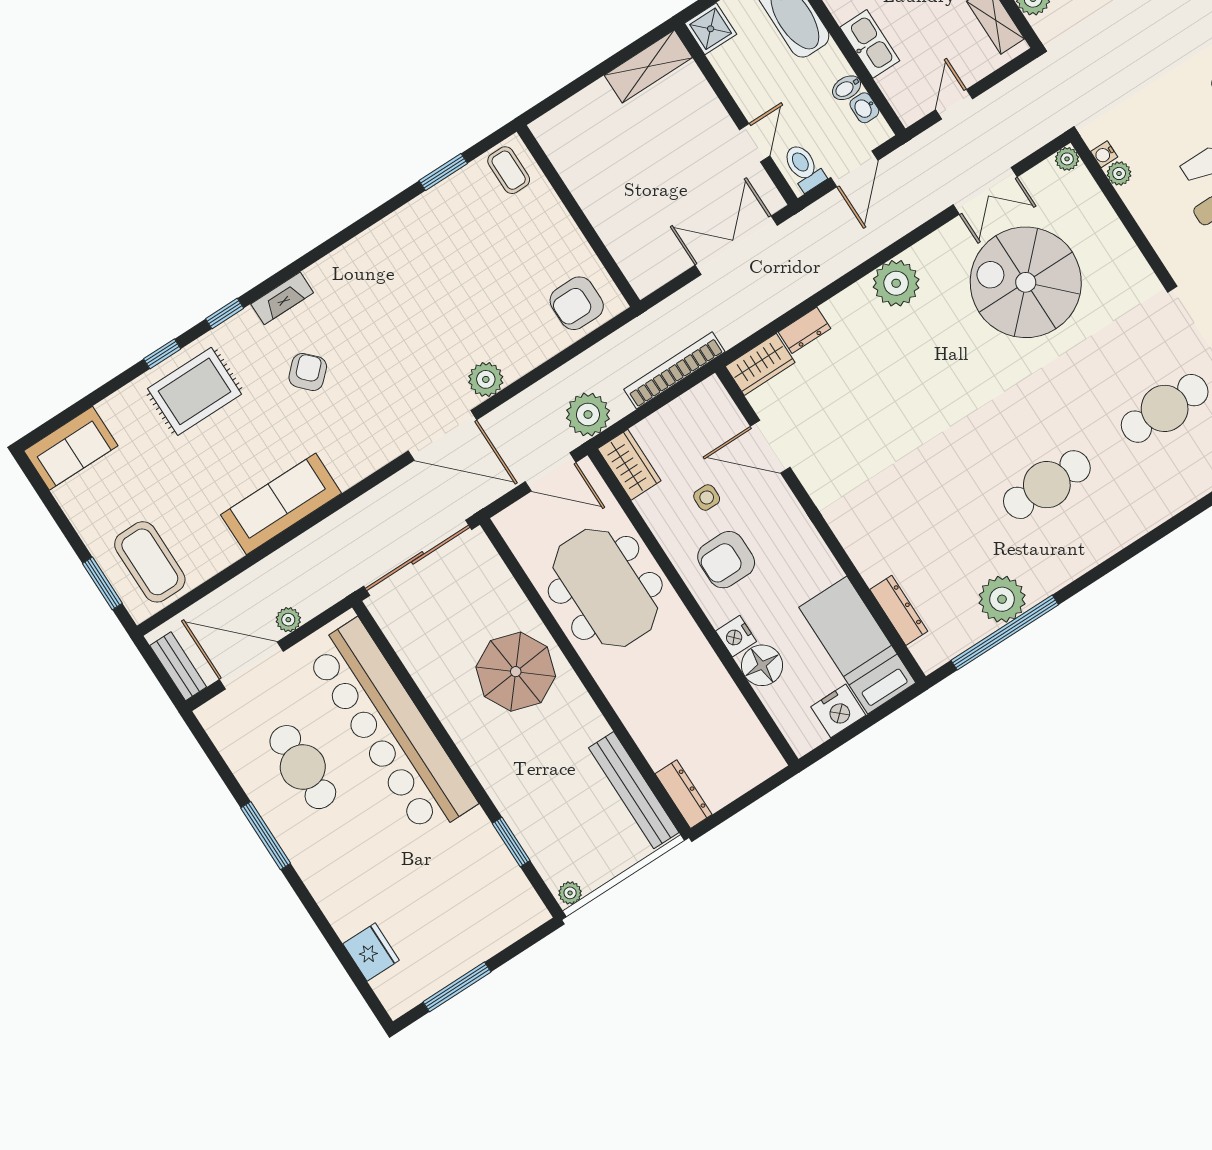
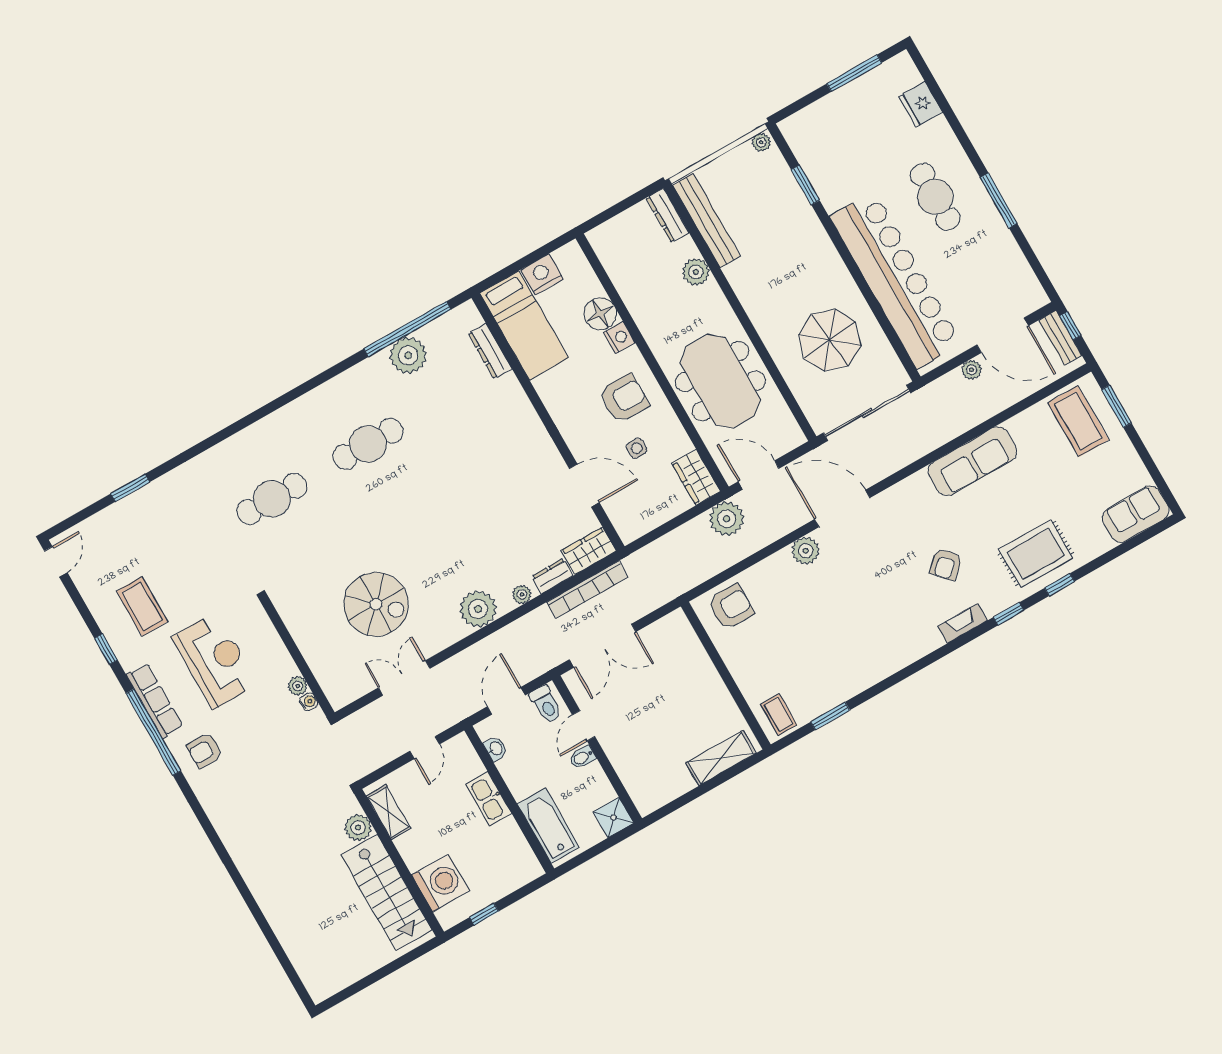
shelving: (648, 66) -> (721, 758), moved
bidet: (847, 88) -> (583, 757), moved, turned 180
plant: (1067, 159) -> (522, 594), moved
spiral stairs: (1026, 282) -> (376, 604), width x0.73, depth x0.73
bookcase: (674, 370) -> (587, 589), moved
parasol: (516, 672) -> (830, 340), moved
window: (166, 682) -> (1070, 326), added
plant: (644, 725) -> (696, 272), added
cafe table: (303, 767) -> (935, 197), moved

